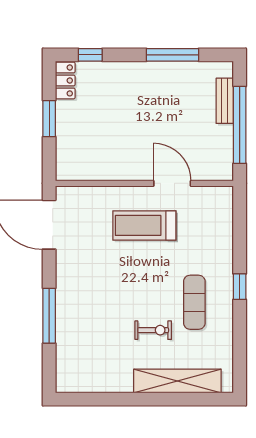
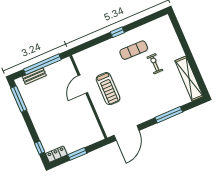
window: (172, 55) -> (19, 99), moved
shelving: (177, 381) -> (189, 79), moved

